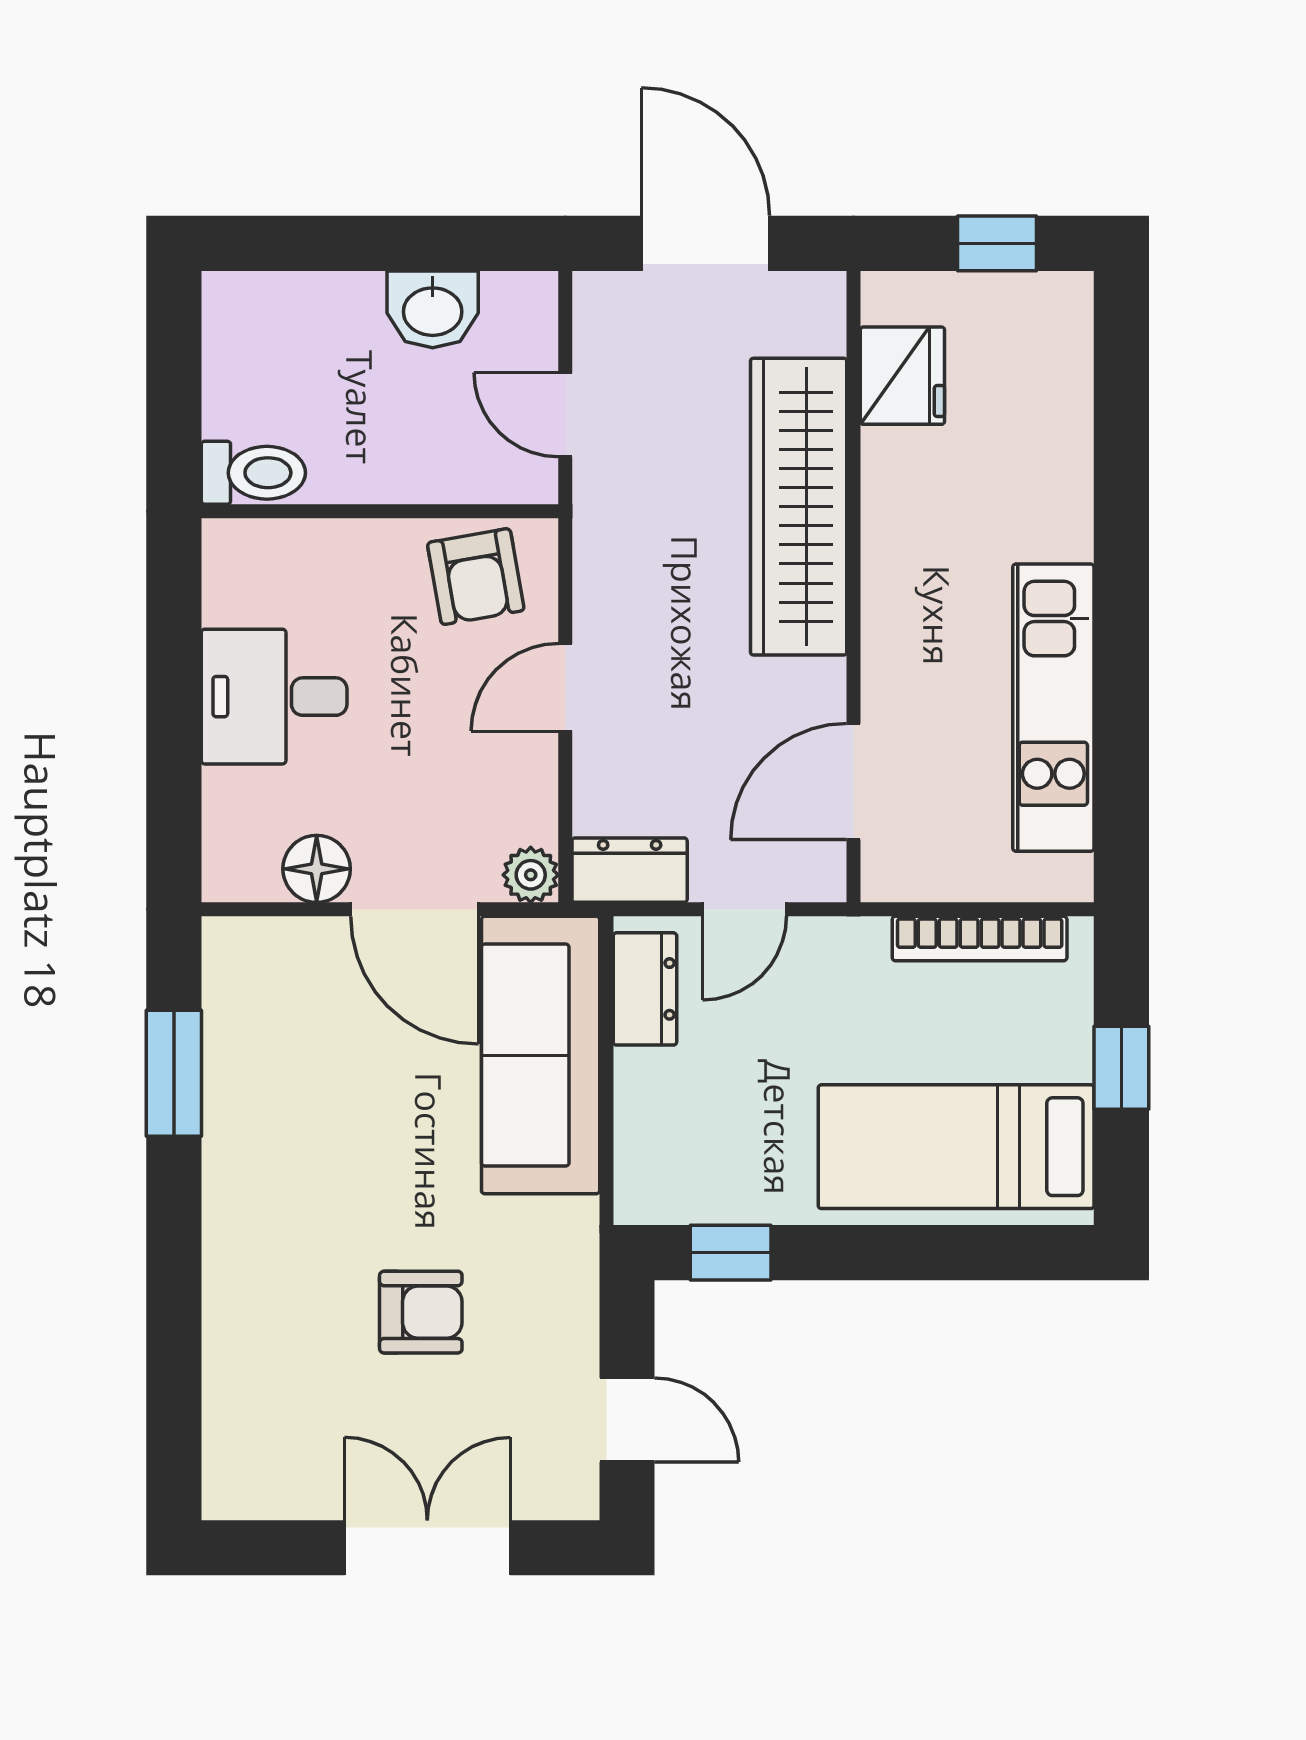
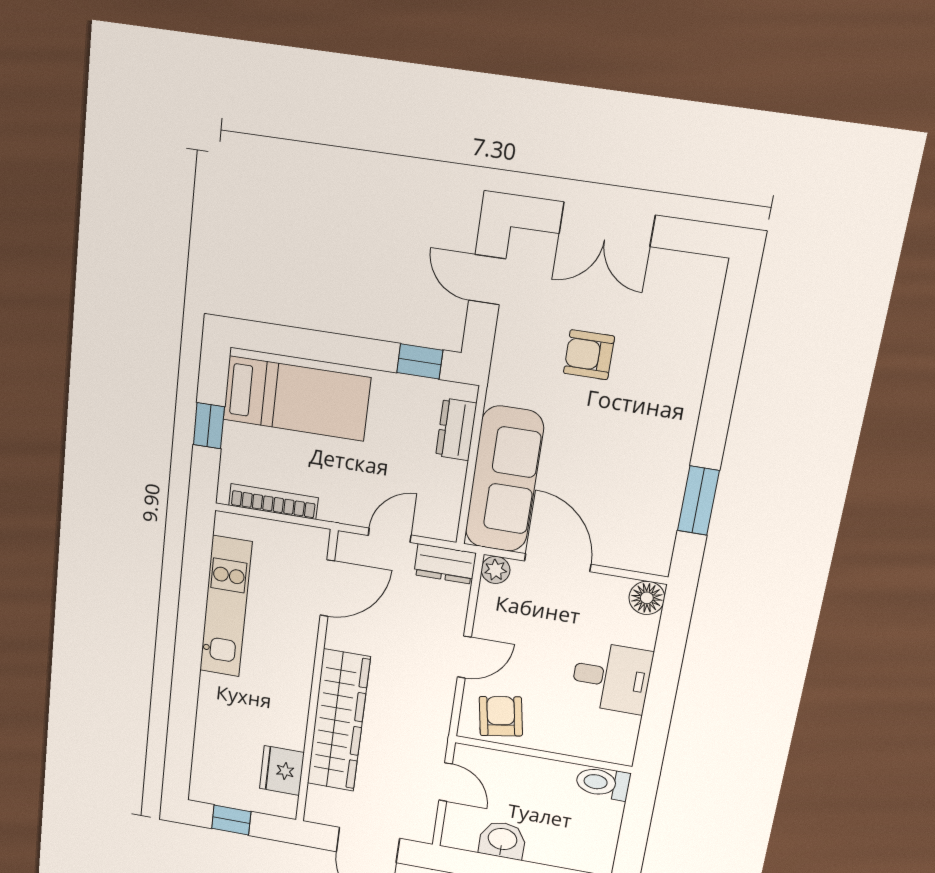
floor lamp: (317, 869) -> (647, 598), moved
dresser: (645, 989) -> (456, 430), moved

